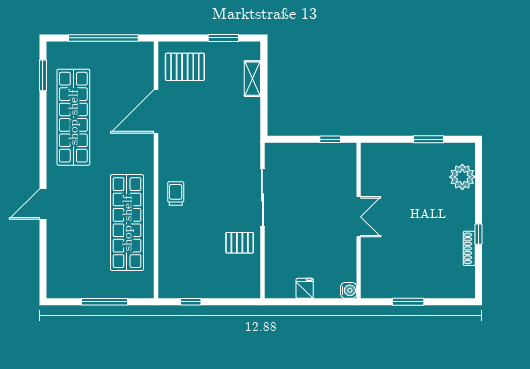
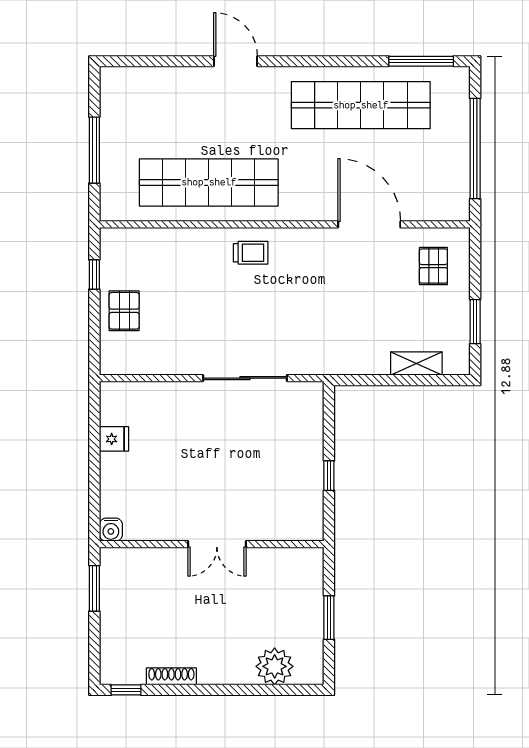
pallet: (185, 67) -> (433, 266), width x0.67, depth x0.71
window: (43, 75) -> (421, 61), width x1.44
double door: (359, 217) -> (217, 544), moved
wall: (359, 221) -> (212, 544), moved
window: (479, 234) -> (126, 690), moved
pallet: (240, 243) -> (124, 311), moved
water cooler: (349, 290) -> (111, 530), moved

